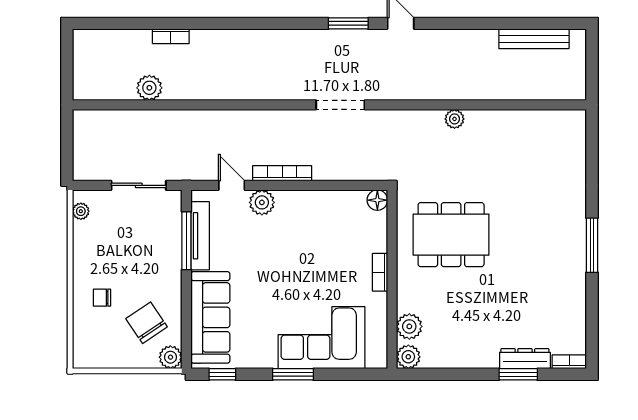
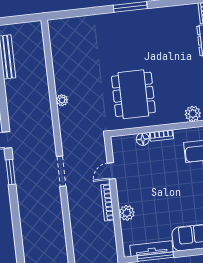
door: (232, 185) -> (111, 171), moved
floor lamp: (377, 200) -> (143, 139), moved

